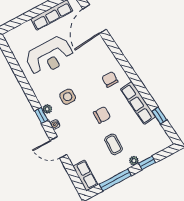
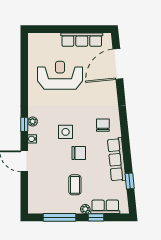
reception desk: (49, 56) -> (60, 75), turned 180
side table: (68, 97) -> (66, 132), moved
row of seats: (85, 175) -> (105, 207), moved, turned -90

